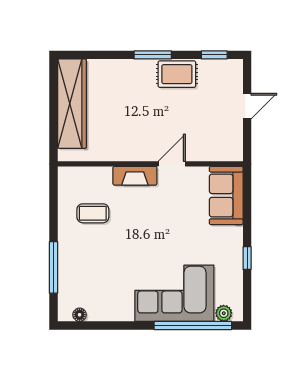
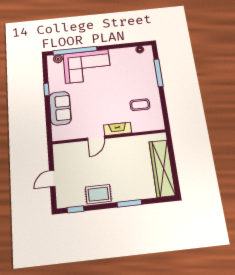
window: (153, 55) -> (129, 203), moved
sofa: (226, 195) -> (60, 108), moved

